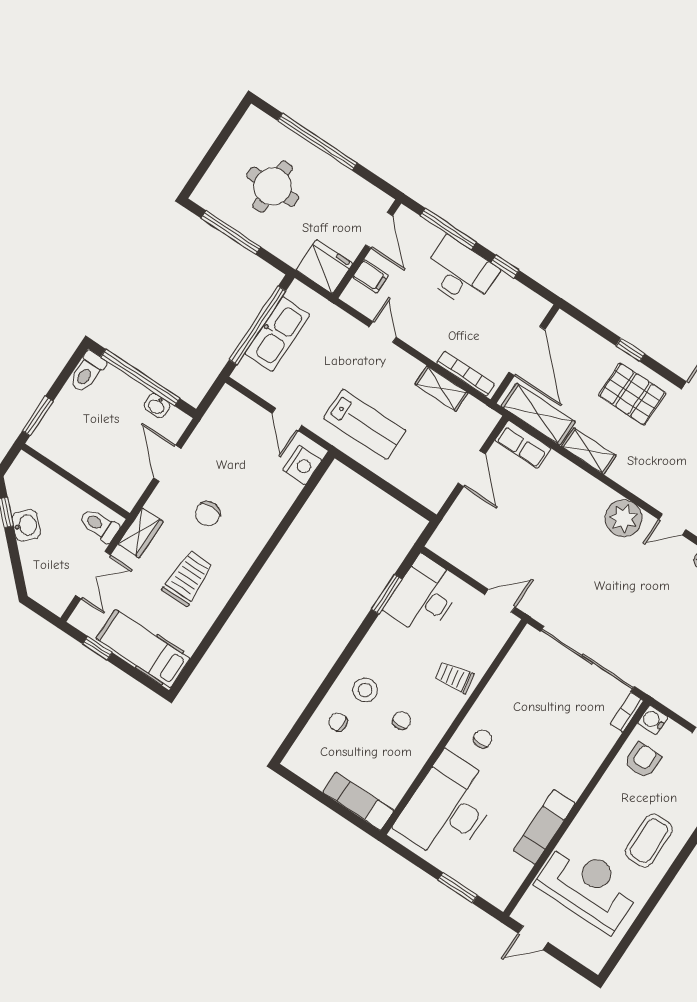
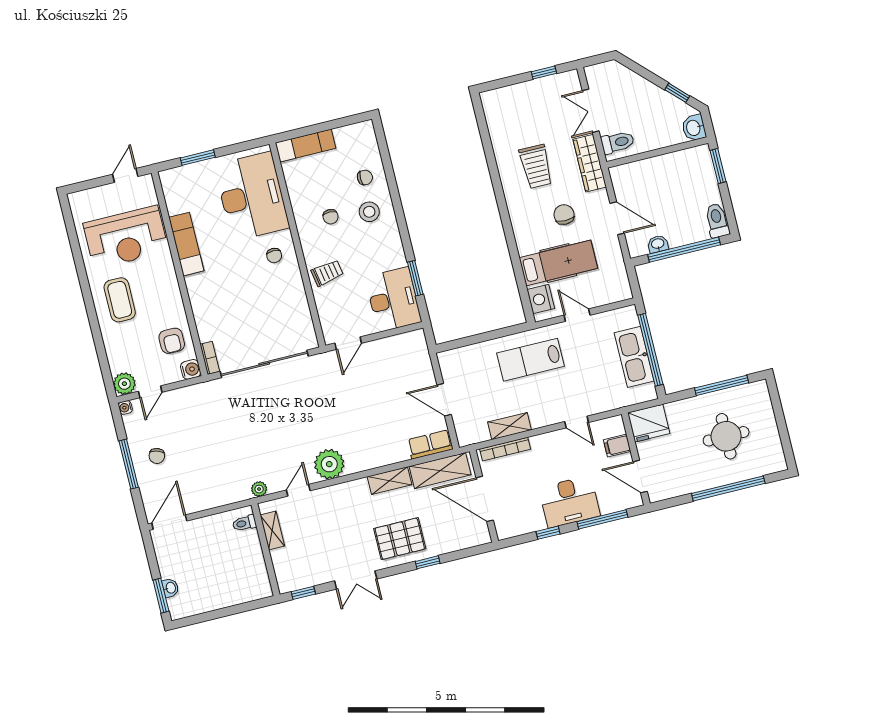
washbasin: (26, 525) -> (694, 128), moved, turned 45
wardrobe: (141, 533) -> (590, 163), width x1.50
hospital bed: (143, 649) -> (558, 263), moved

